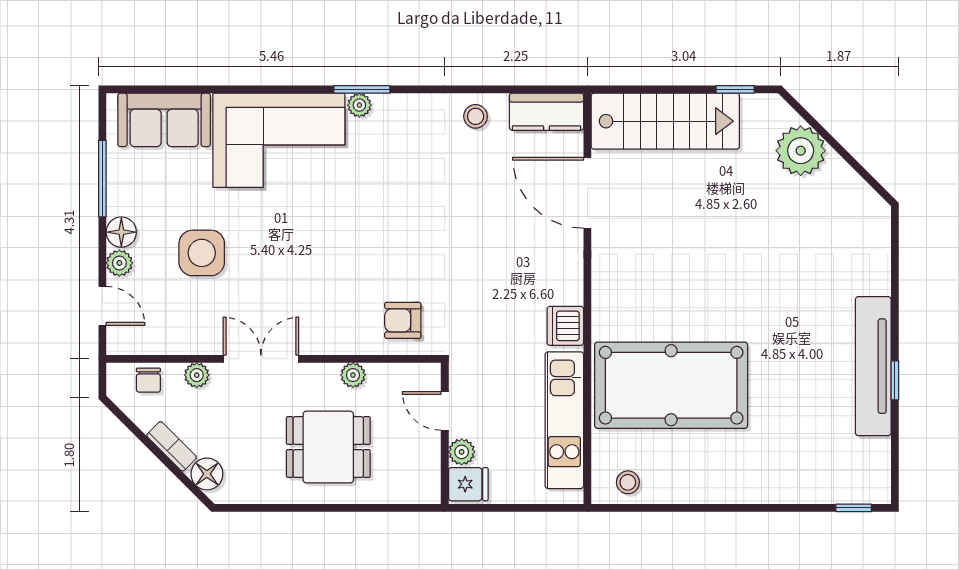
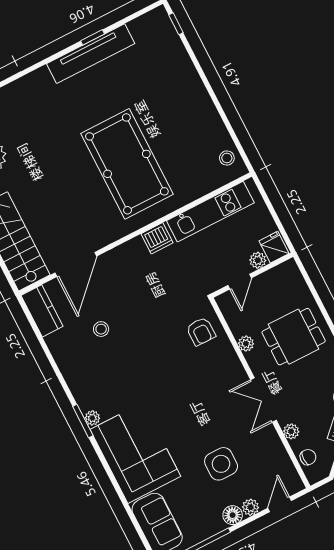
stool: (476, 116) -> (101, 329), moved
pool table: (671, 385) -> (127, 164), moved
dining table: (328, 447) -> (294, 337), turned 90

